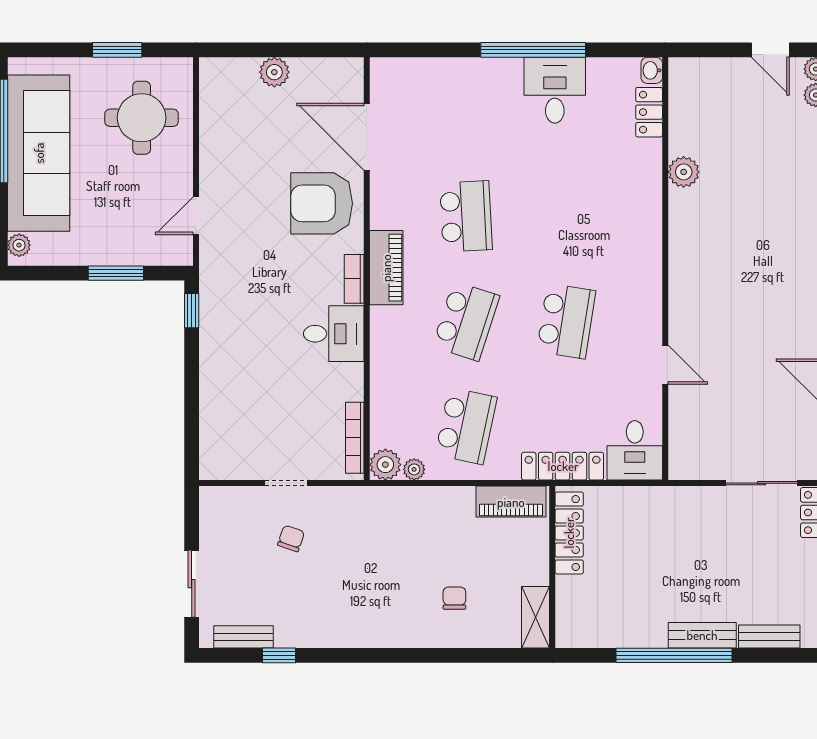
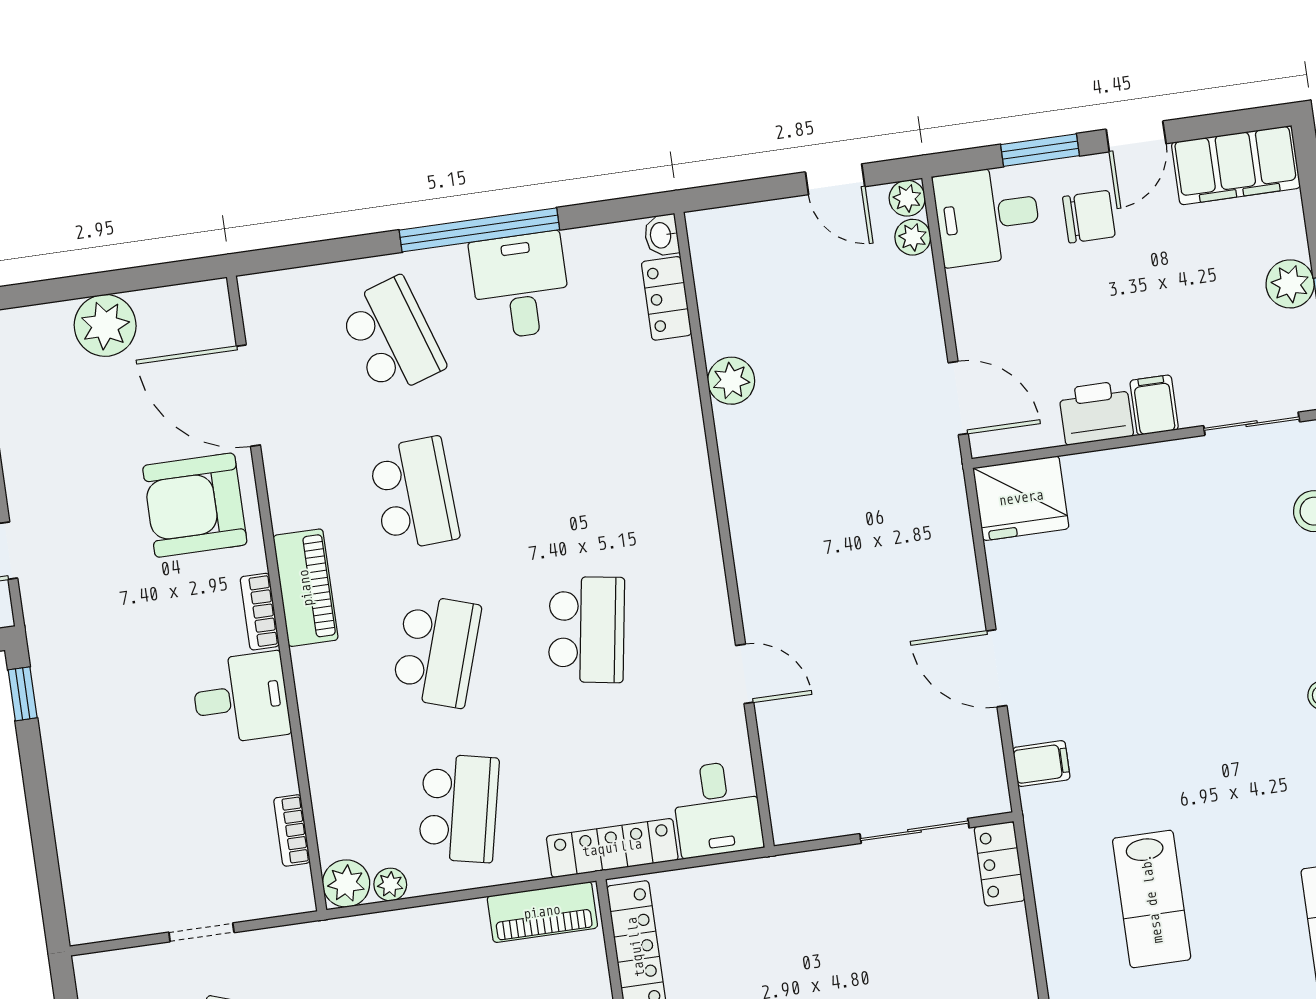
plant: (274, 72) -> (105, 325), width x1.36, depth x1.36
school desk: (466, 112) -> (392, 337), added
bookcase: (355, 438) -> (292, 830), width x0.64

